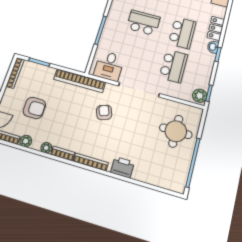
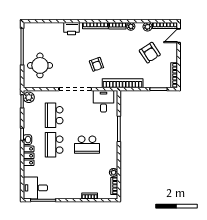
armchair: (34, 108) -> (150, 53), turned -123

